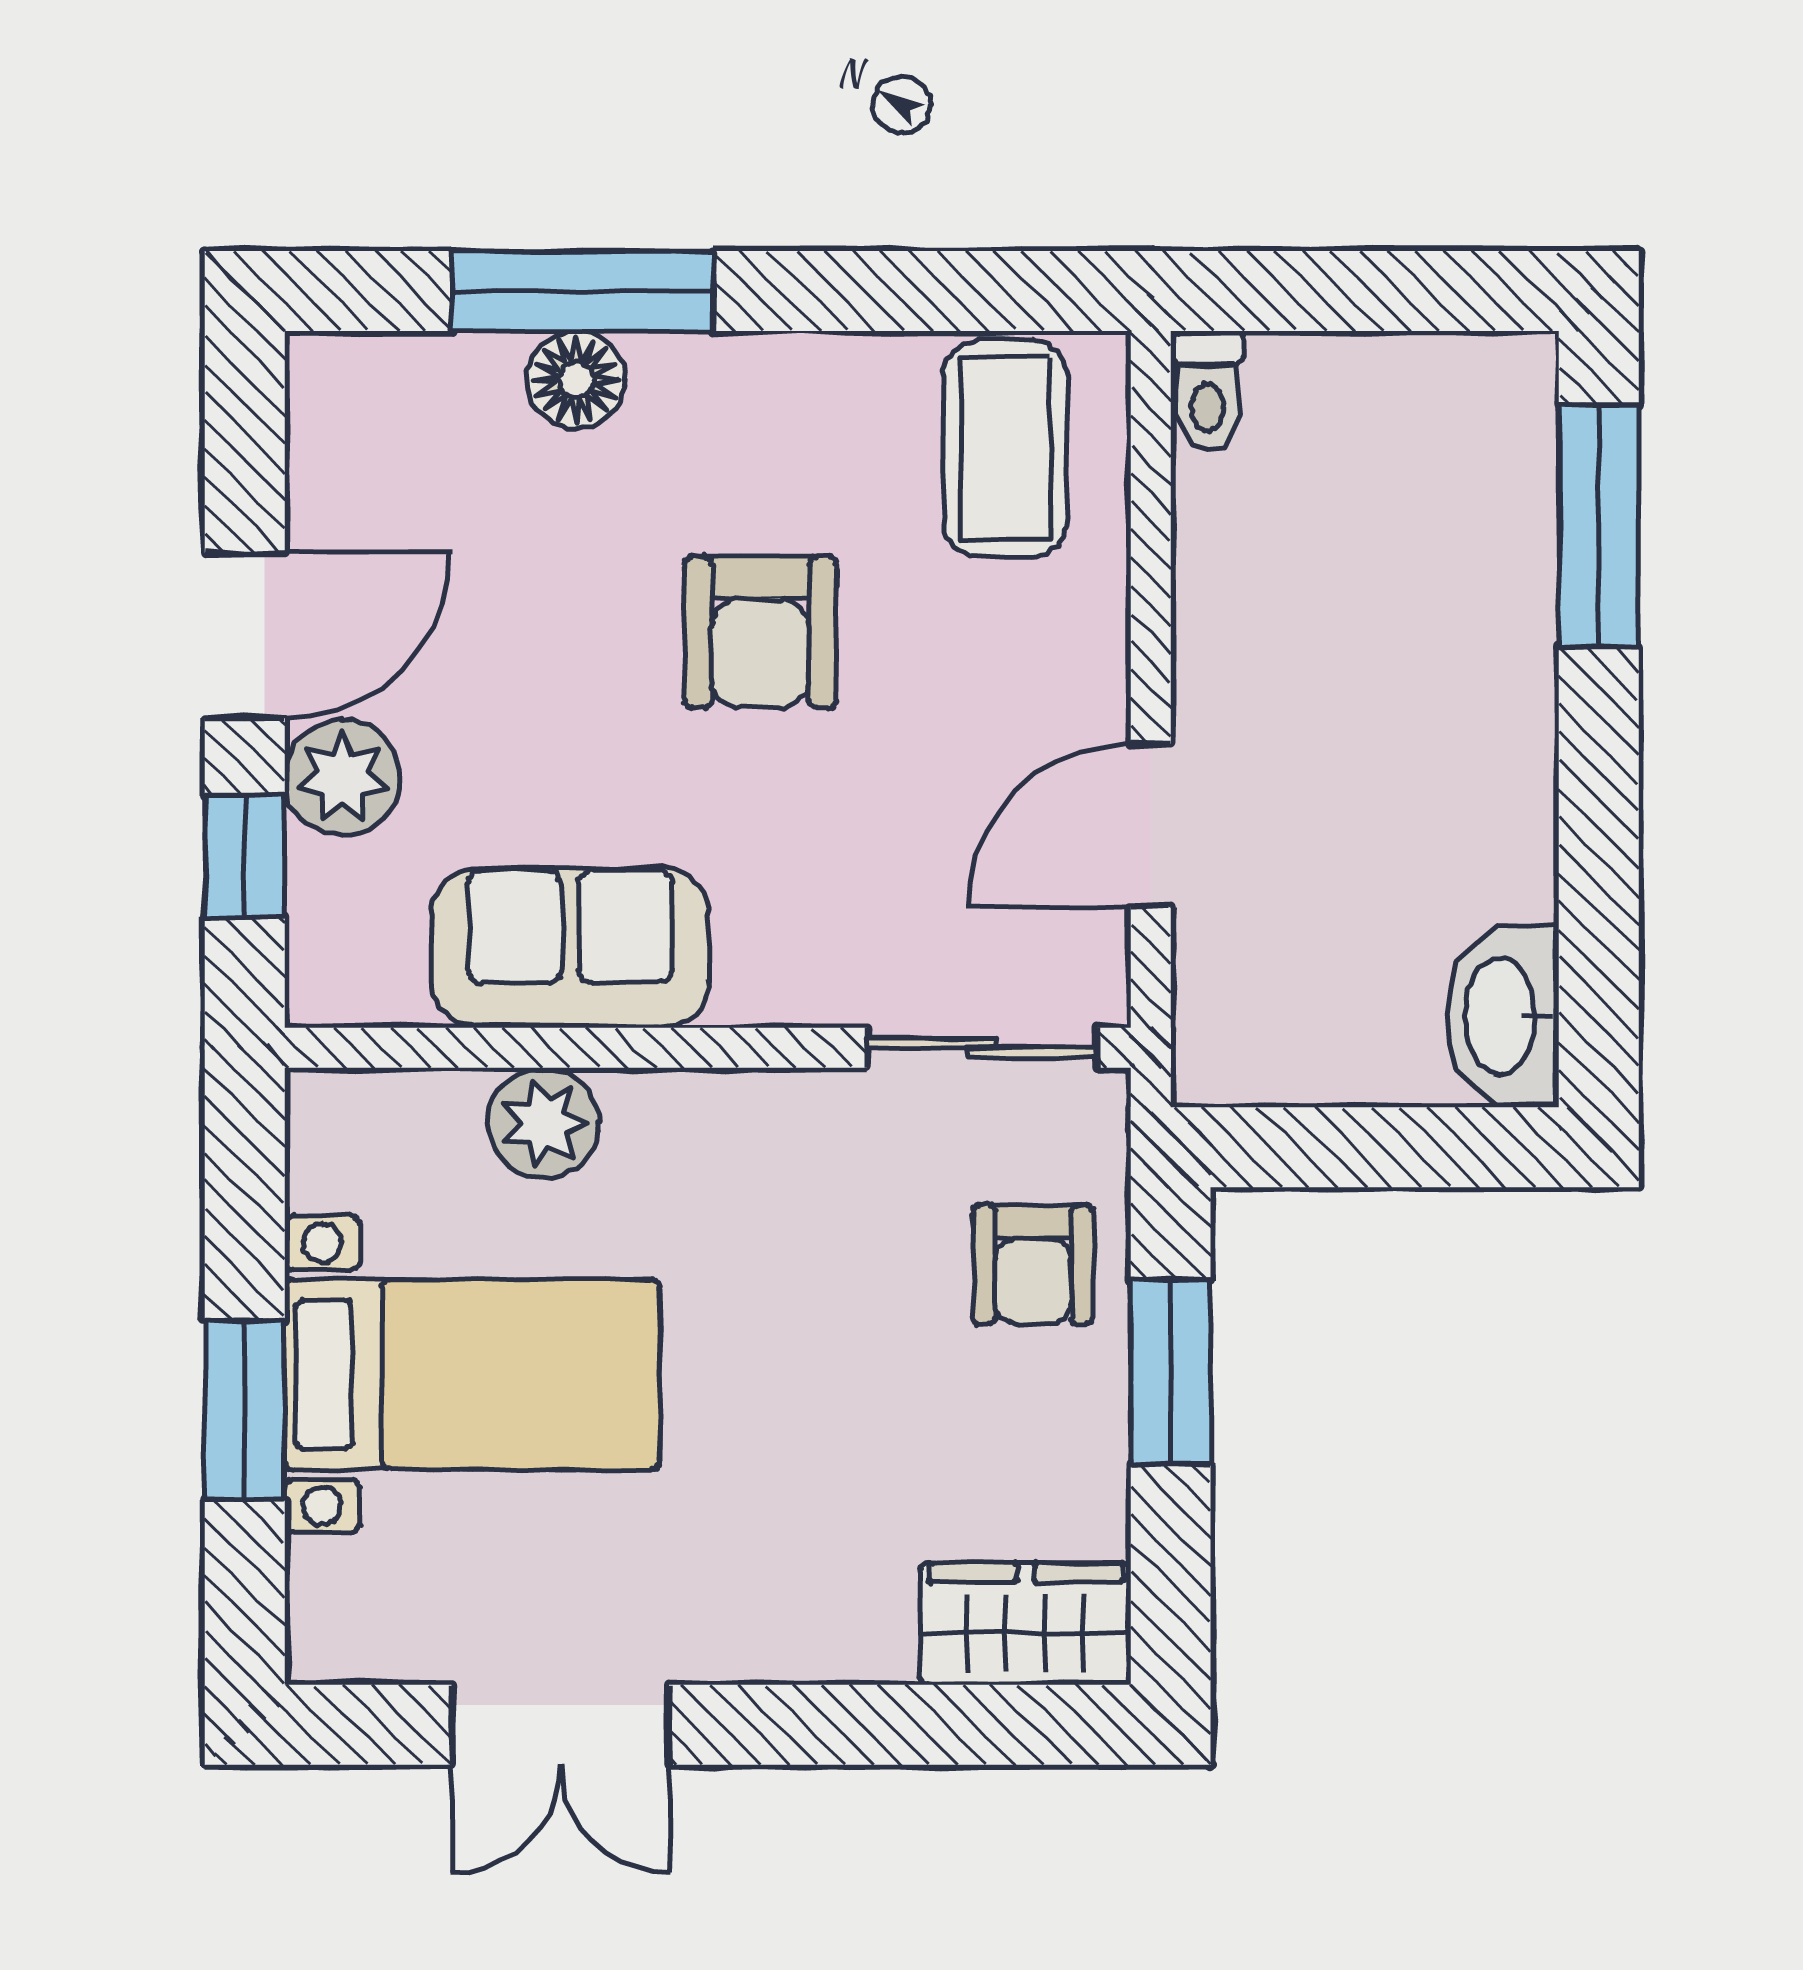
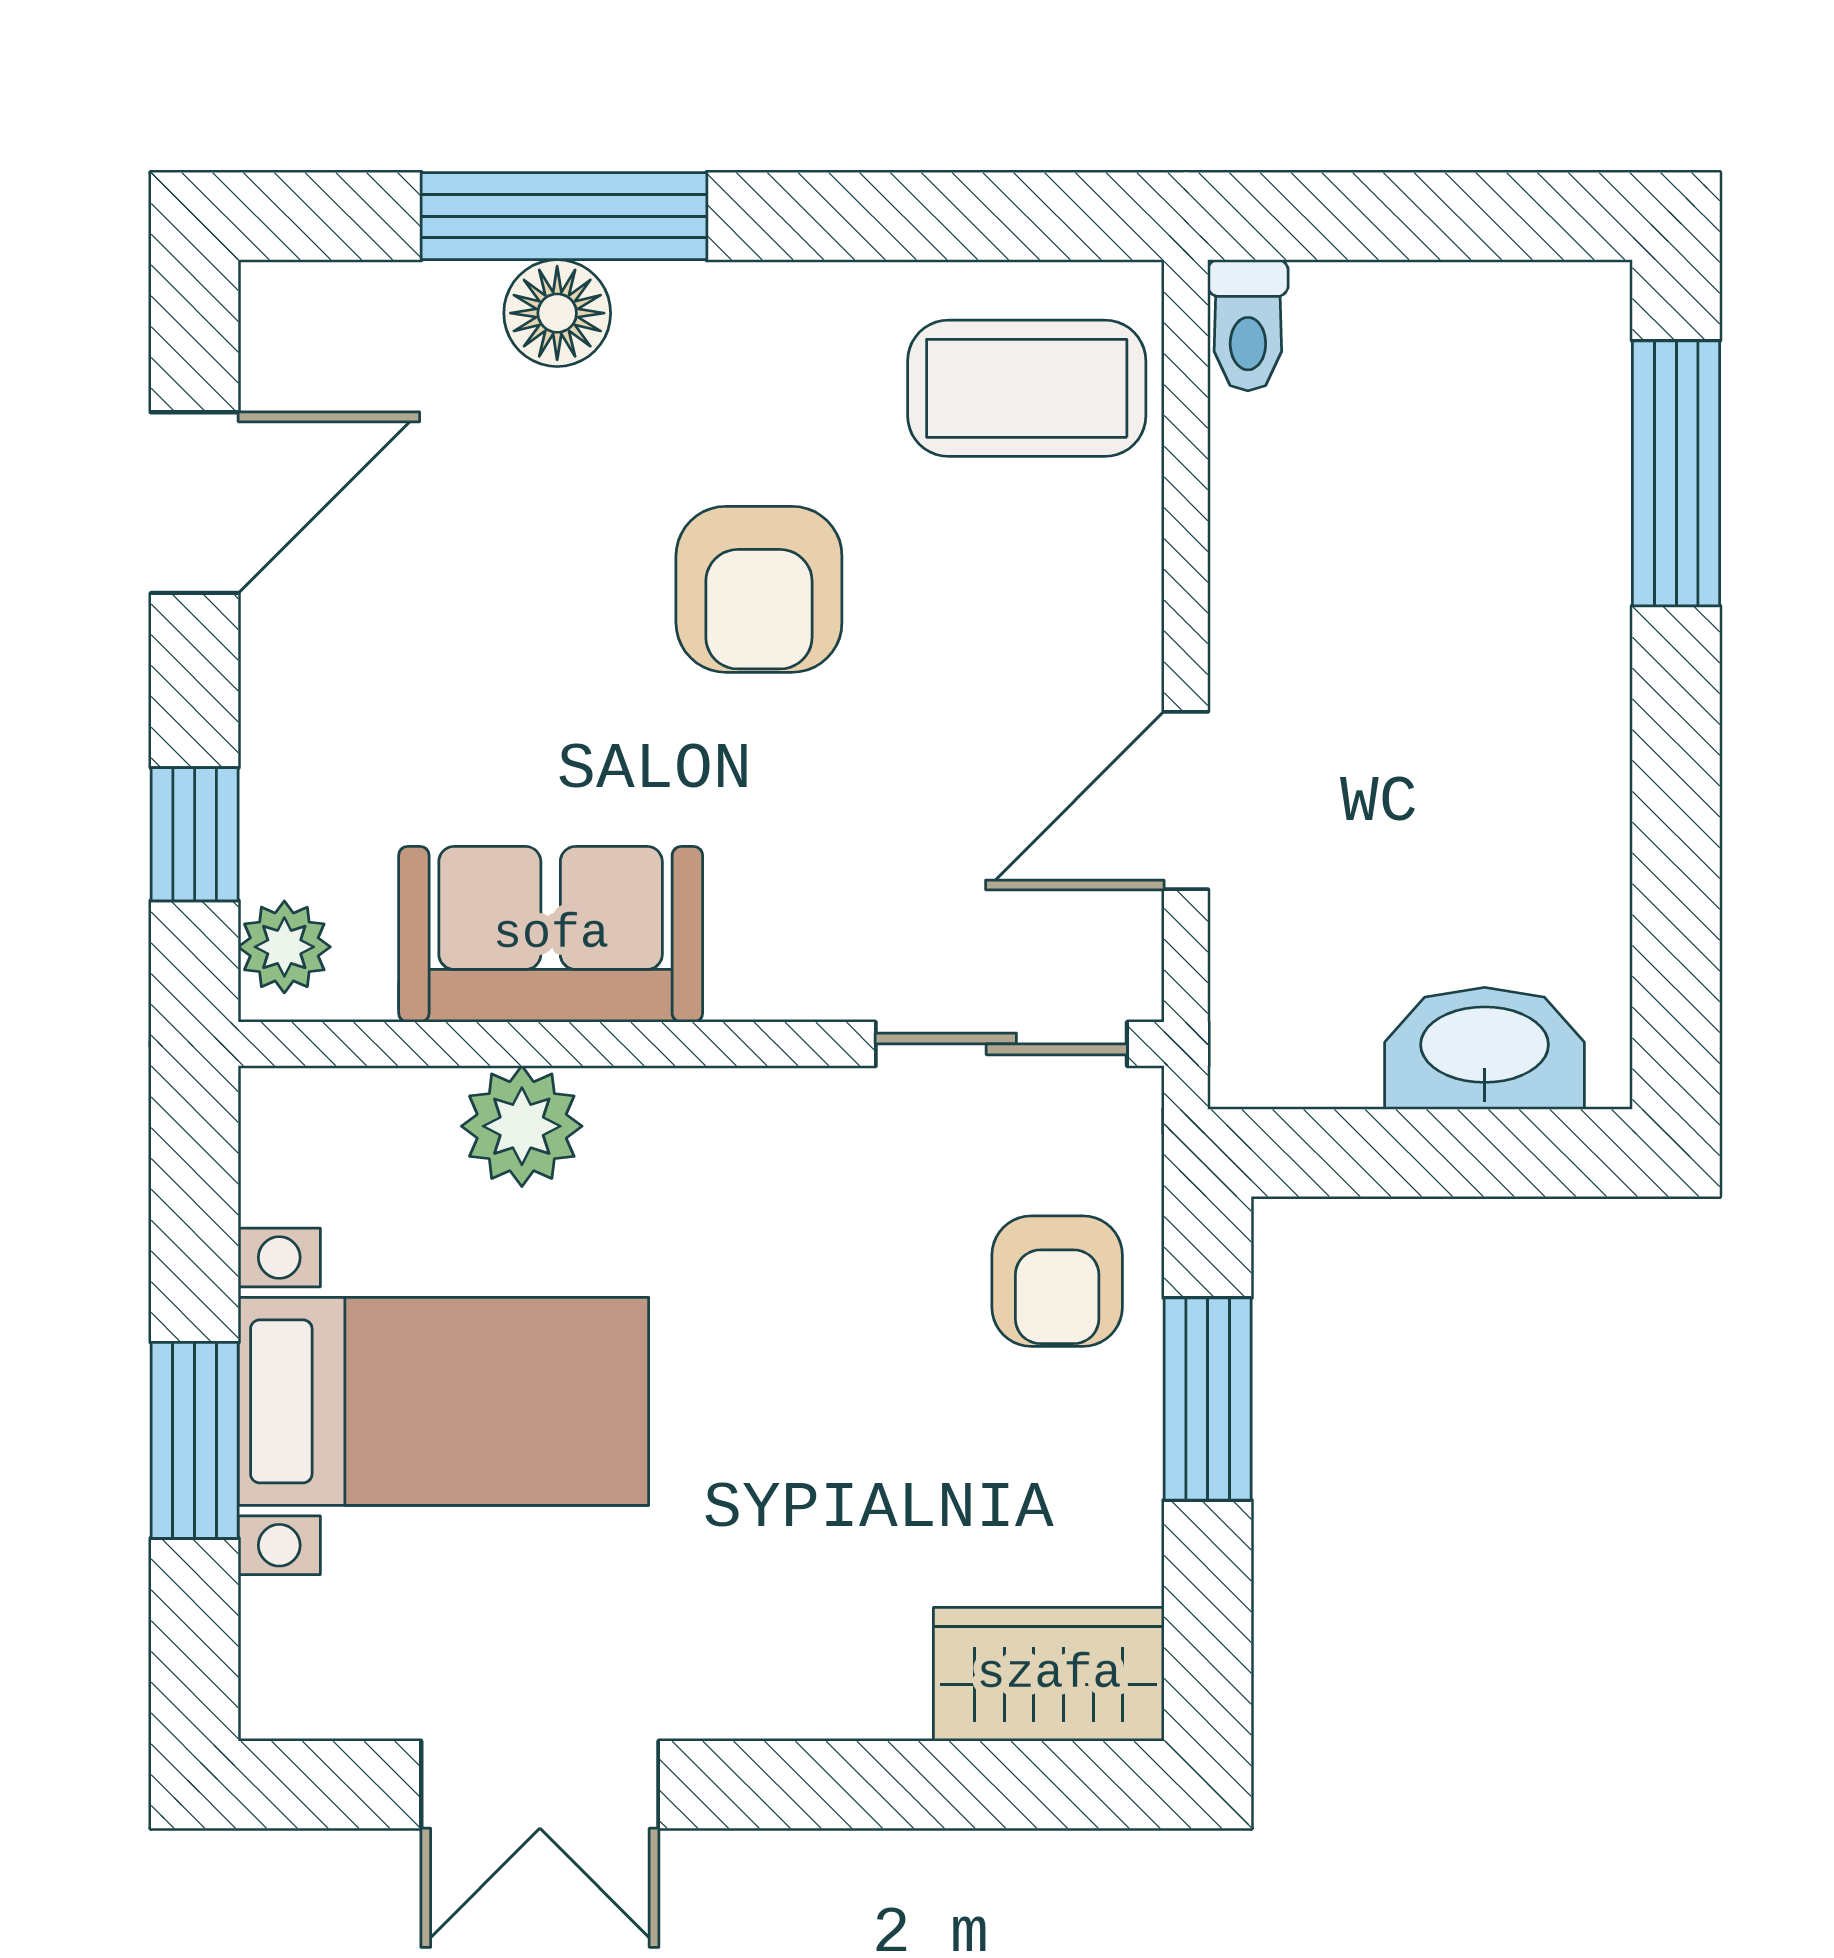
coffee table: (1005, 448) -> (1027, 388), turned 90
door: (245, 636) -> (195, 503), moved
plant: (342, 778) -> (284, 947), moved, width x0.73, depth x0.73
washbasin: (1503, 1016) -> (1485, 1048), moved, turned 90

